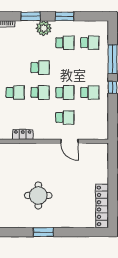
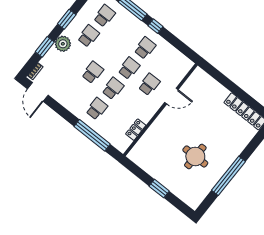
window: (43, 232) -> (228, 176), width x2.11

